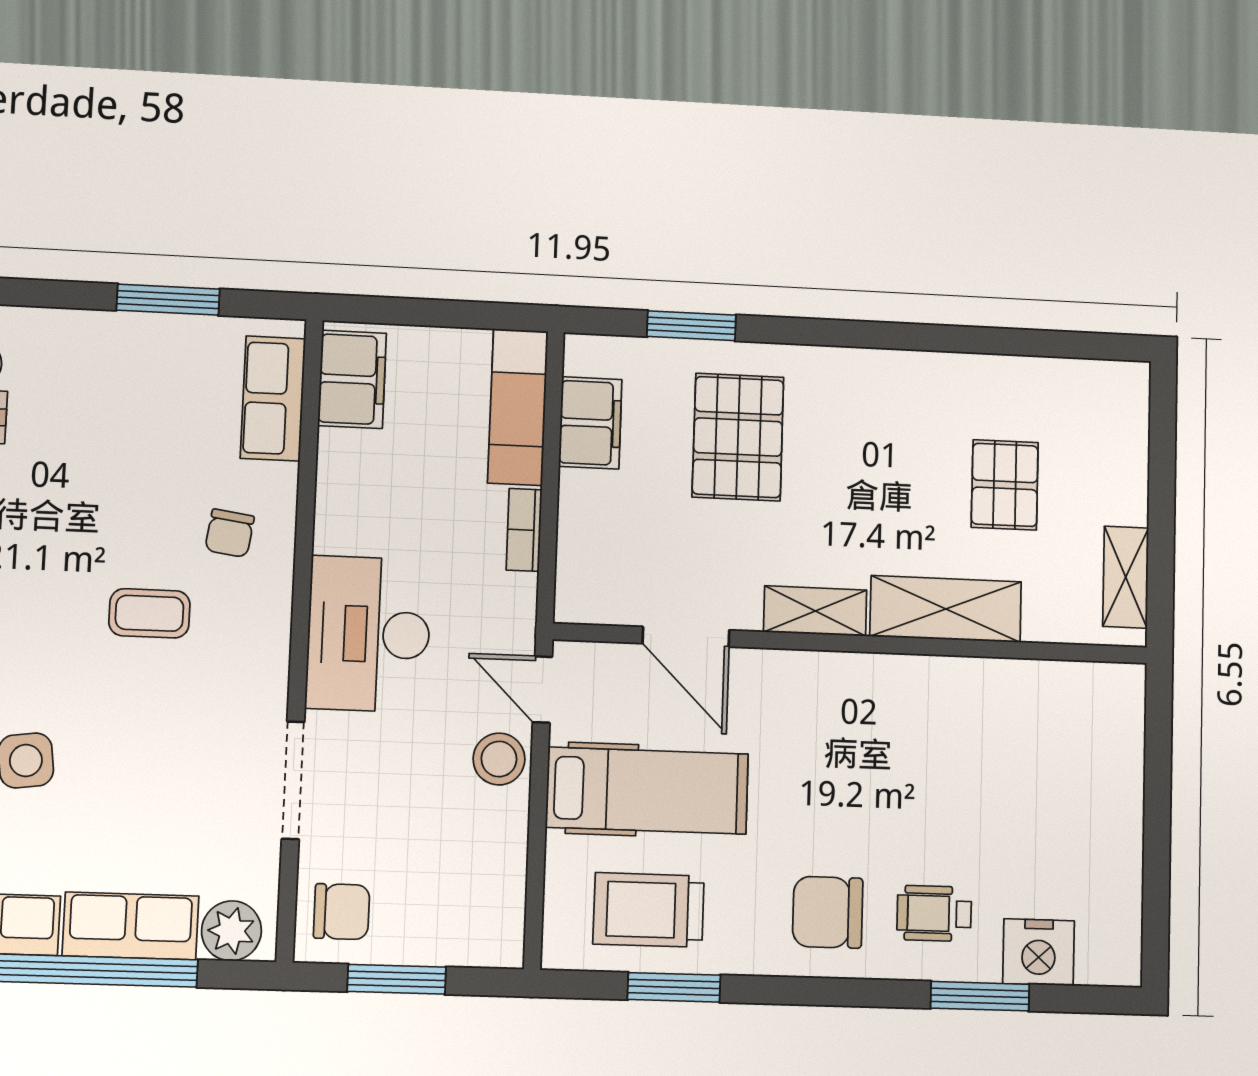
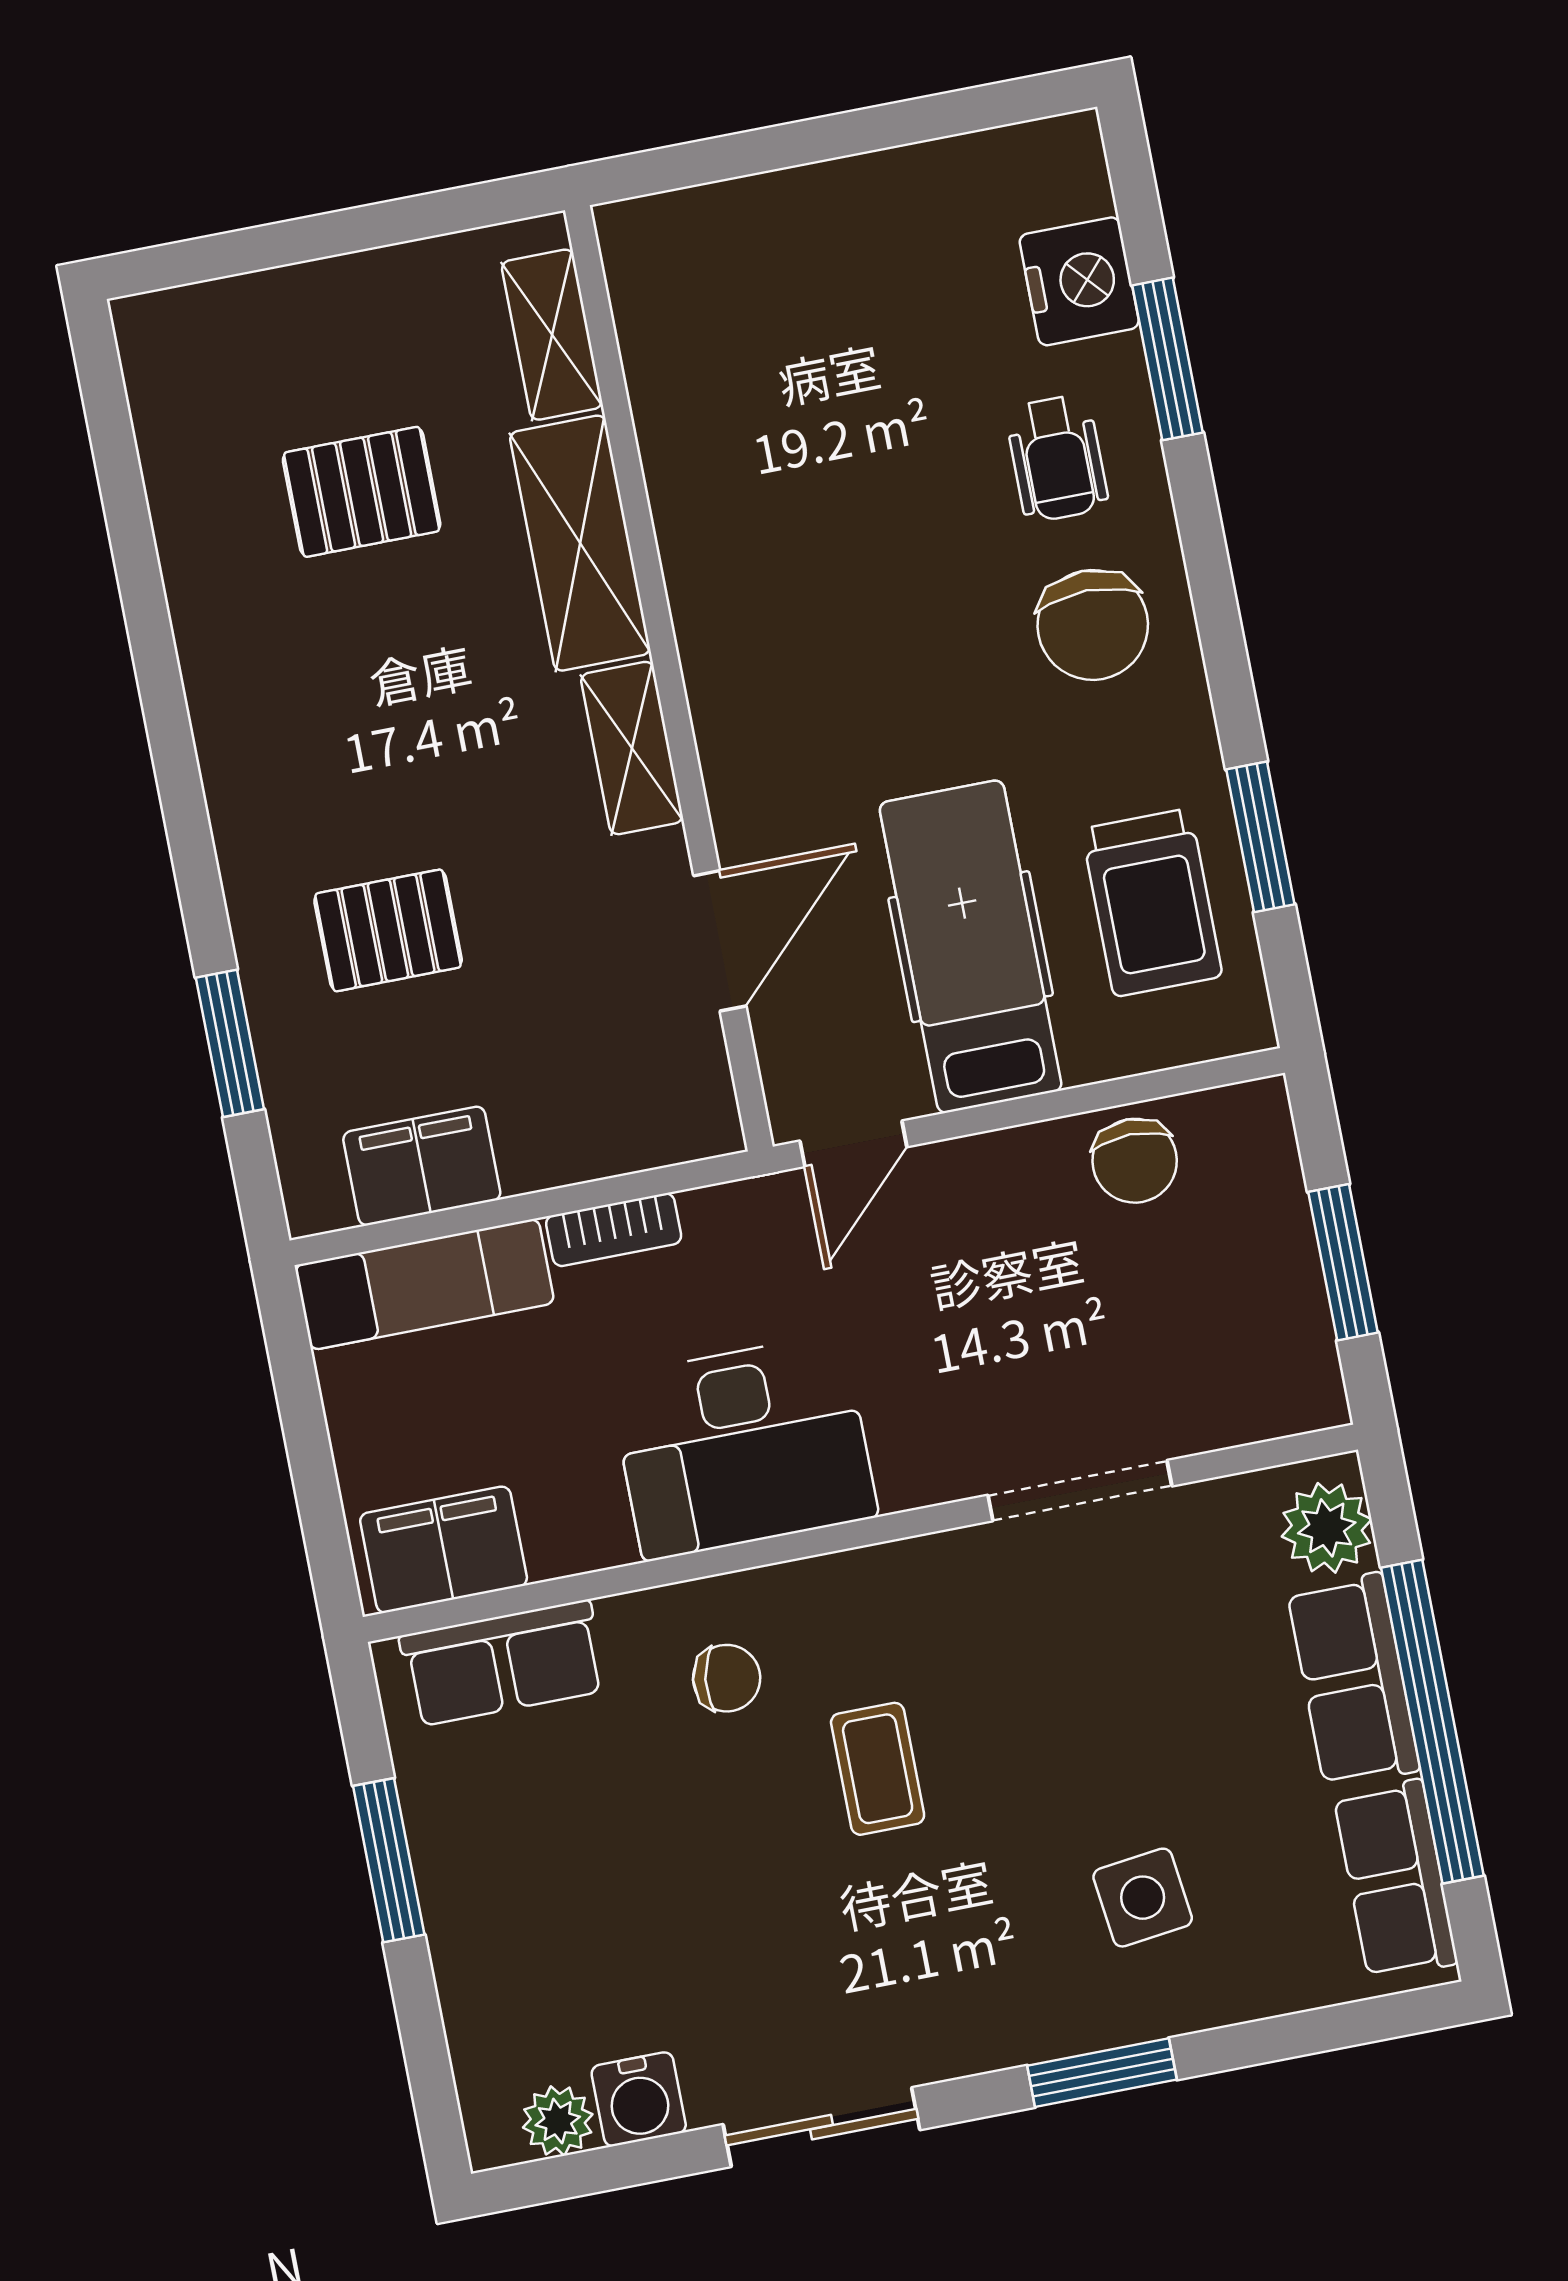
pallet: (738, 437) -> (388, 930), width x0.67, depth x0.71
shelving: (1126, 577) -> (552, 335), moved, turned 90
desk: (369, 634) -> (743, 1447), moved
stool: (499, 759) -> (975, 1185), removed
chair: (342, 912) -> (1135, 1161), moved, turned 180

